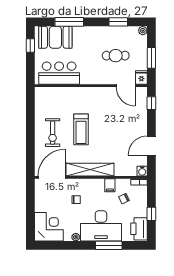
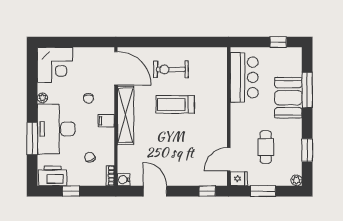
booth: (55, 37) -> (288, 98), moved
filing cabinet: (110, 185) -> (106, 121), moved

